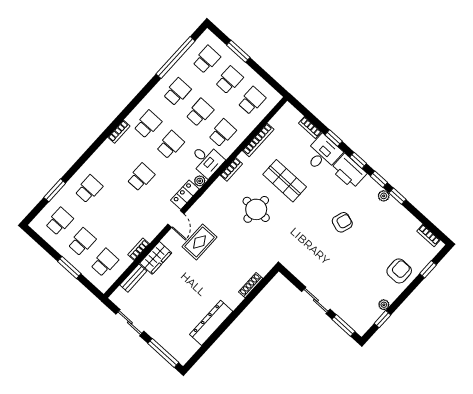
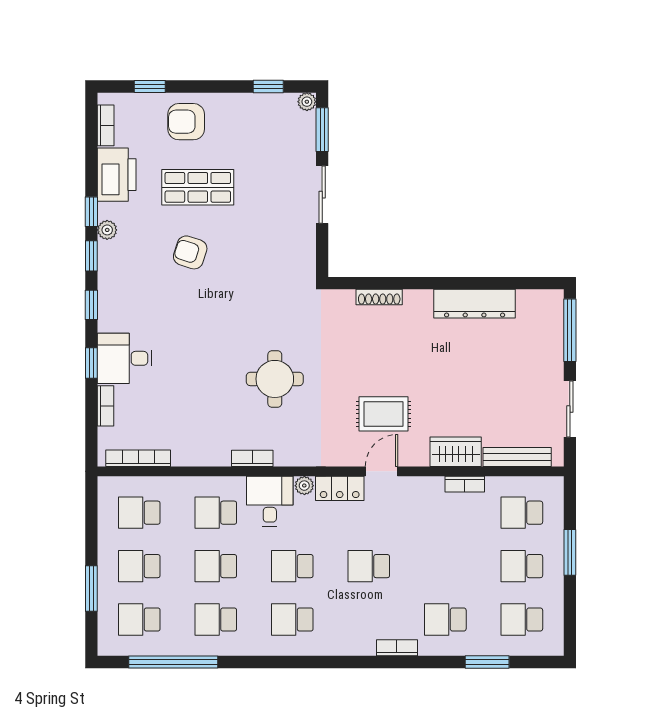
bookcase: (119, 132) -> (397, 648), moved
bookcase: (258, 140) -> (138, 458), moved
printer: (349, 171) -> (117, 175), moved
shop shelf: (285, 181) -> (198, 187), moved, turned 90
bench: (133, 278) -> (517, 457), width x1.36
plant: (384, 305) -> (307, 102), moved

